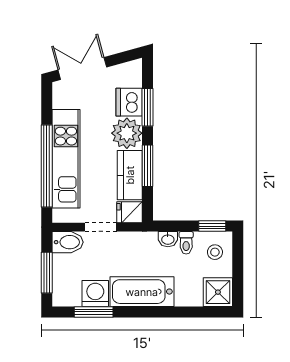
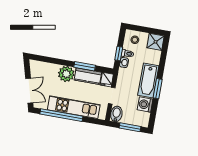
double door: (82, 68) -> (29, 91), swing flipped
dishwasher: (129, 102) -> (51, 70), removed
window: (148, 107) -> (55, 61), removed
window: (47, 166) -> (61, 115), moved
window: (212, 226) -> (119, 53), moved
window: (94, 312) -> (158, 89), moved

